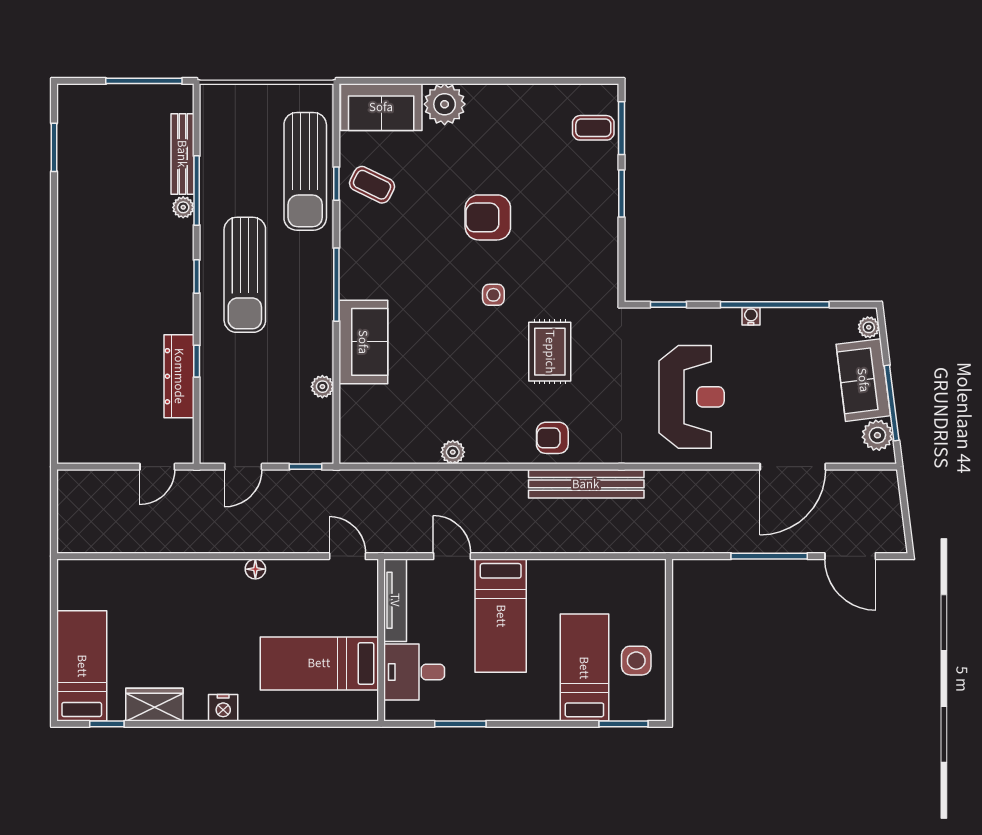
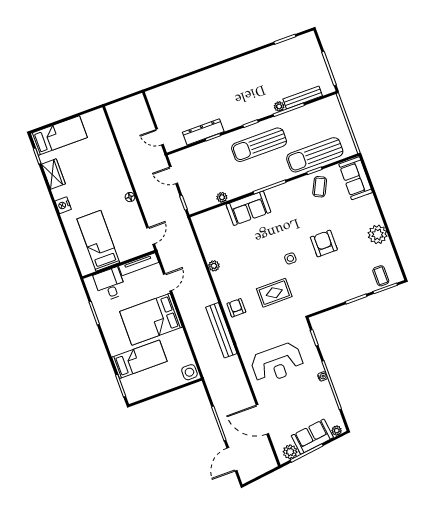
plant: (445, 104) -> (378, 234), moved
bed: (501, 616) -> (151, 319), width x1.50
side table: (636, 661) -> (189, 372), moved

